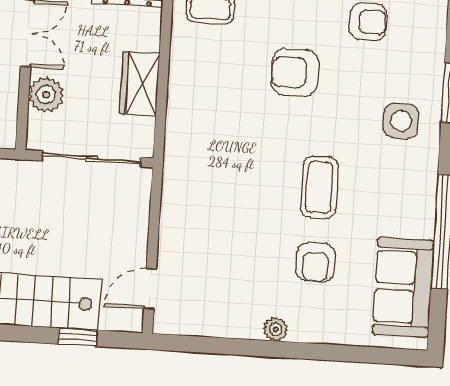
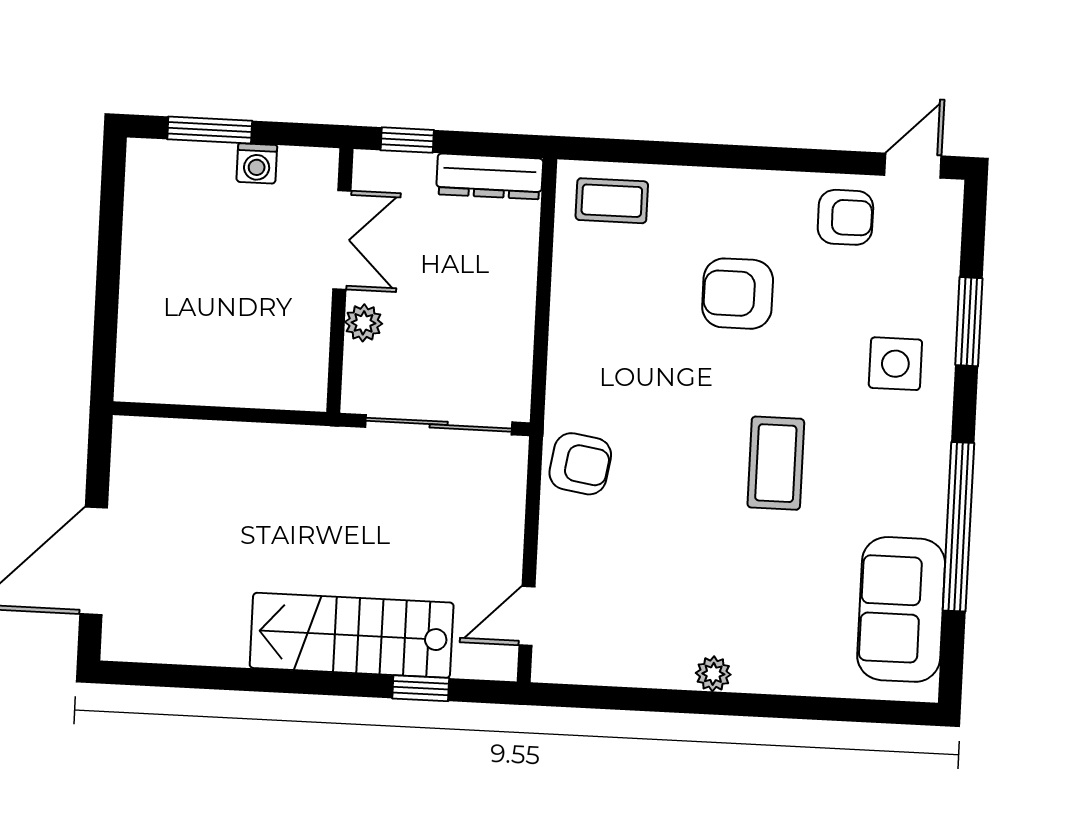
wardrobe: (140, 84) -> (508, 313), removed
plant: (46, 95) -> (364, 323), width x0.73, depth x0.73
armchair: (316, 262) -> (580, 464), moved, turned -81

